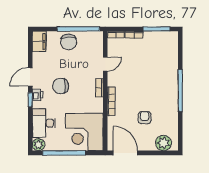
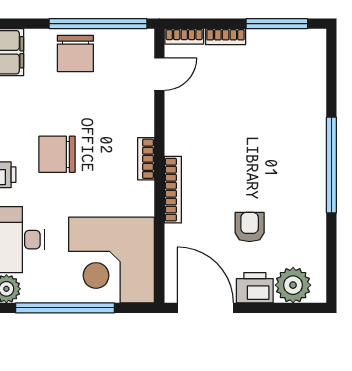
door: (105, 64) -> (159, 74), moved
printer: (147, 144) -> (255, 288), added

